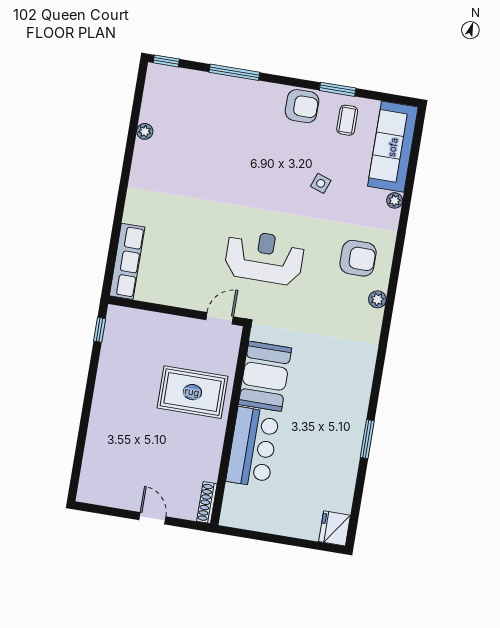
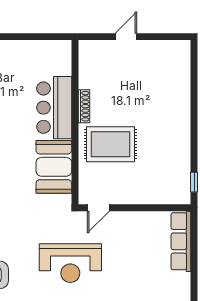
shoe rack: (207, 503) -> (84, 106), moved
door: (152, 518) -> (126, 37), swing flipped

